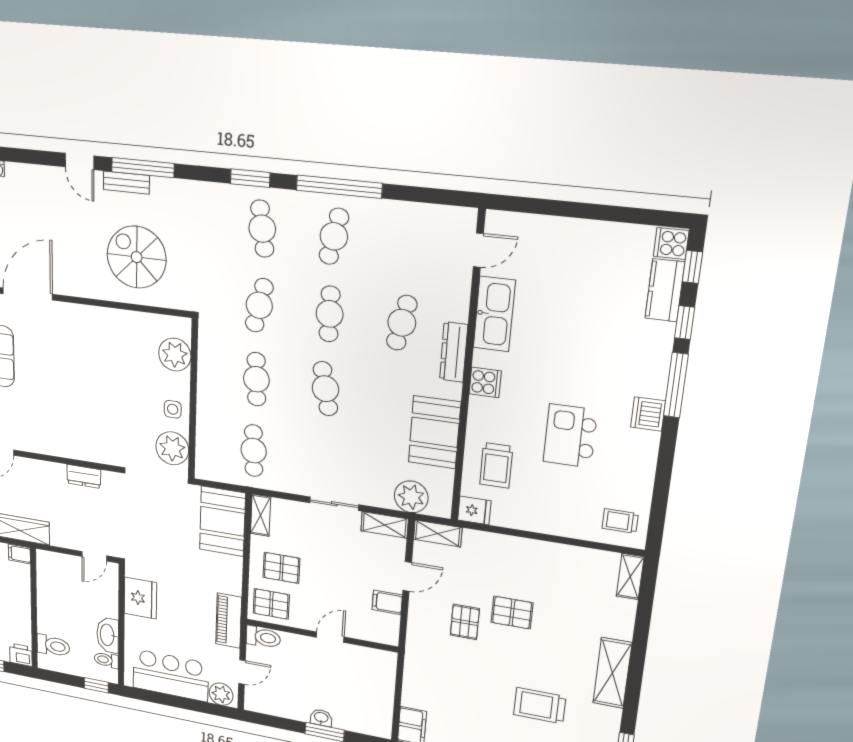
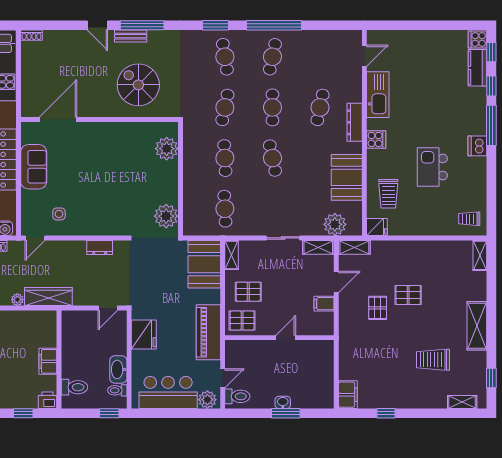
side table: (173, 409) -> (59, 214), moved
filing cabinet: (19, 554) -> (48, 361), moved, width x2.00
piano: (229, 621) -> (208, 332), width x1.37, depth x1.33
toilet: (263, 637) -> (237, 396), moved

